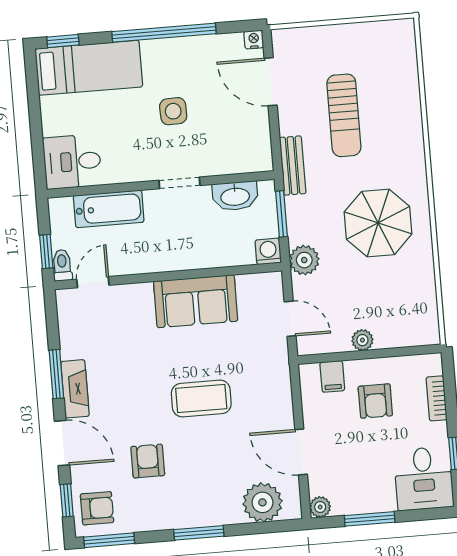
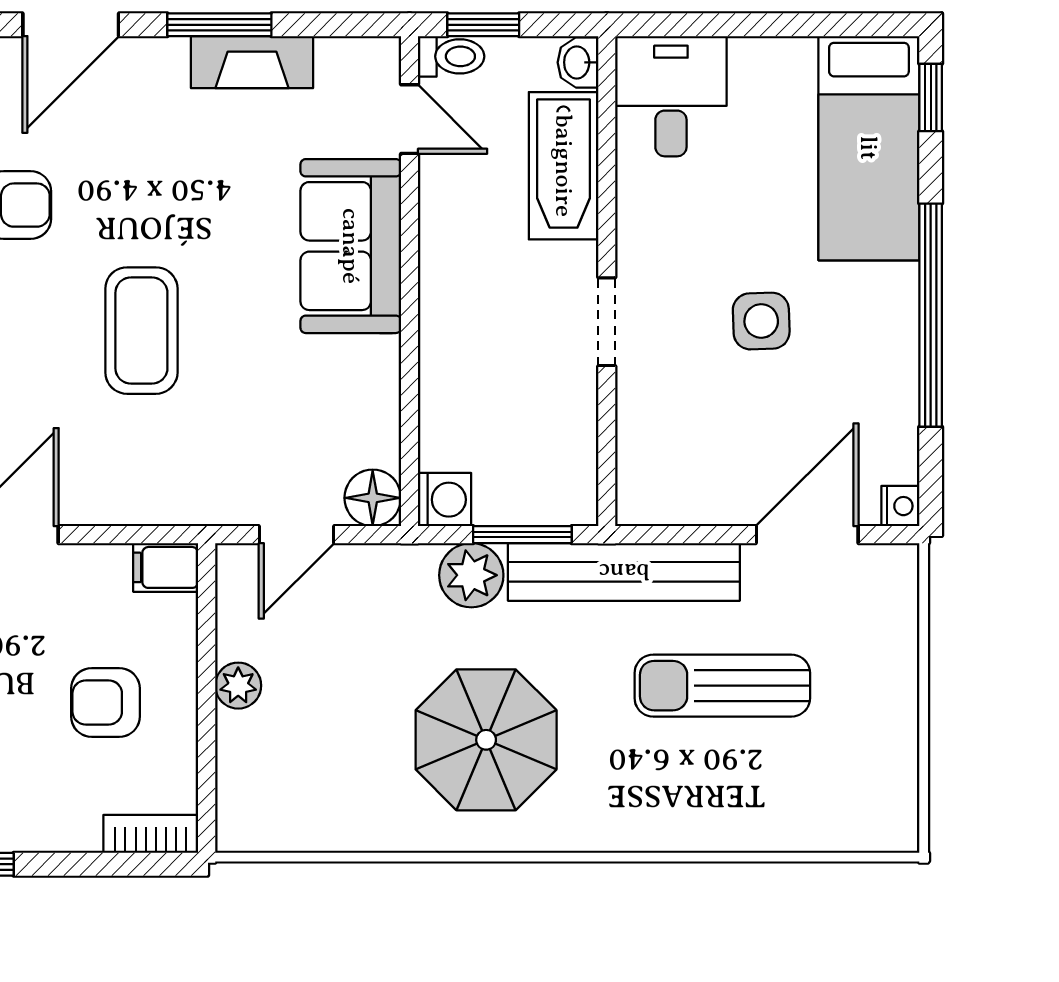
bench: (293, 166) -> (624, 572), width x1.86, depth x1.21
washbasin: (235, 196) -> (578, 62), moved, width x0.52, depth x0.69
plant: (304, 260) -> (471, 575), moved
floor lamp: (270, 285) -> (373, 498), added
sofa: (196, 301) -> (351, 246), moved
filing cabinet: (332, 376) -> (166, 567), moved
fireplace: (75, 389) -> (252, 62), moved
bookcase: (437, 398) -> (151, 834), moved

